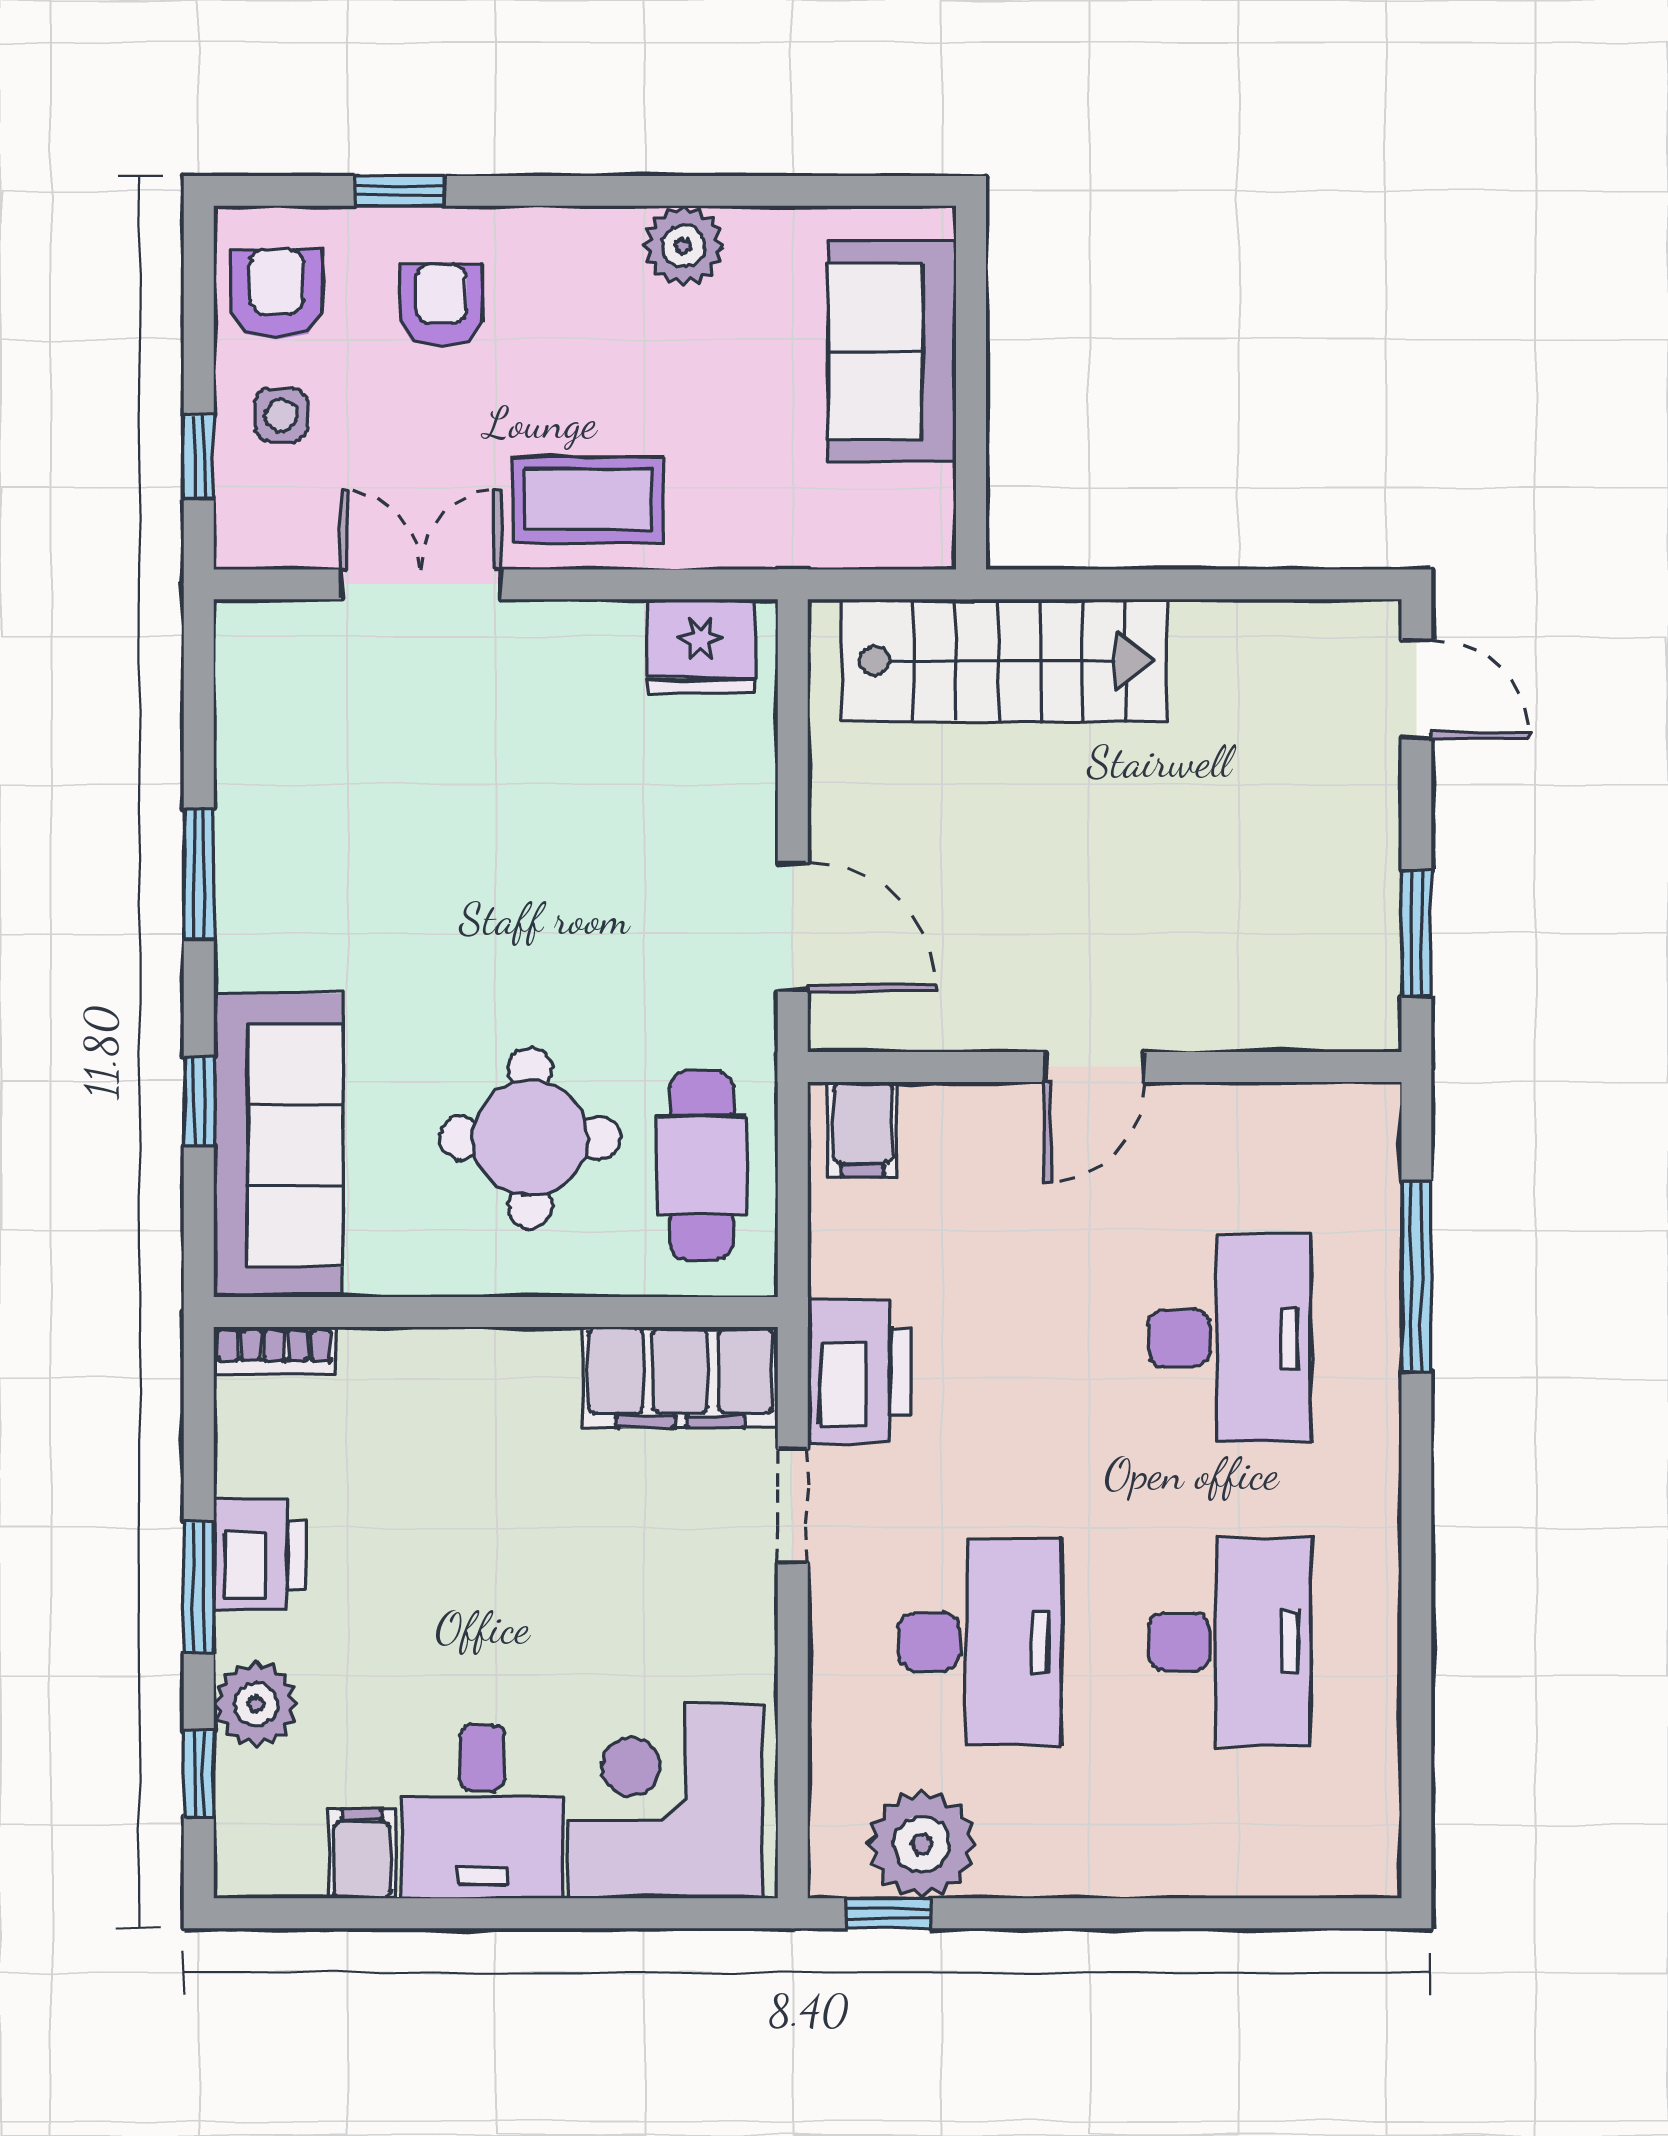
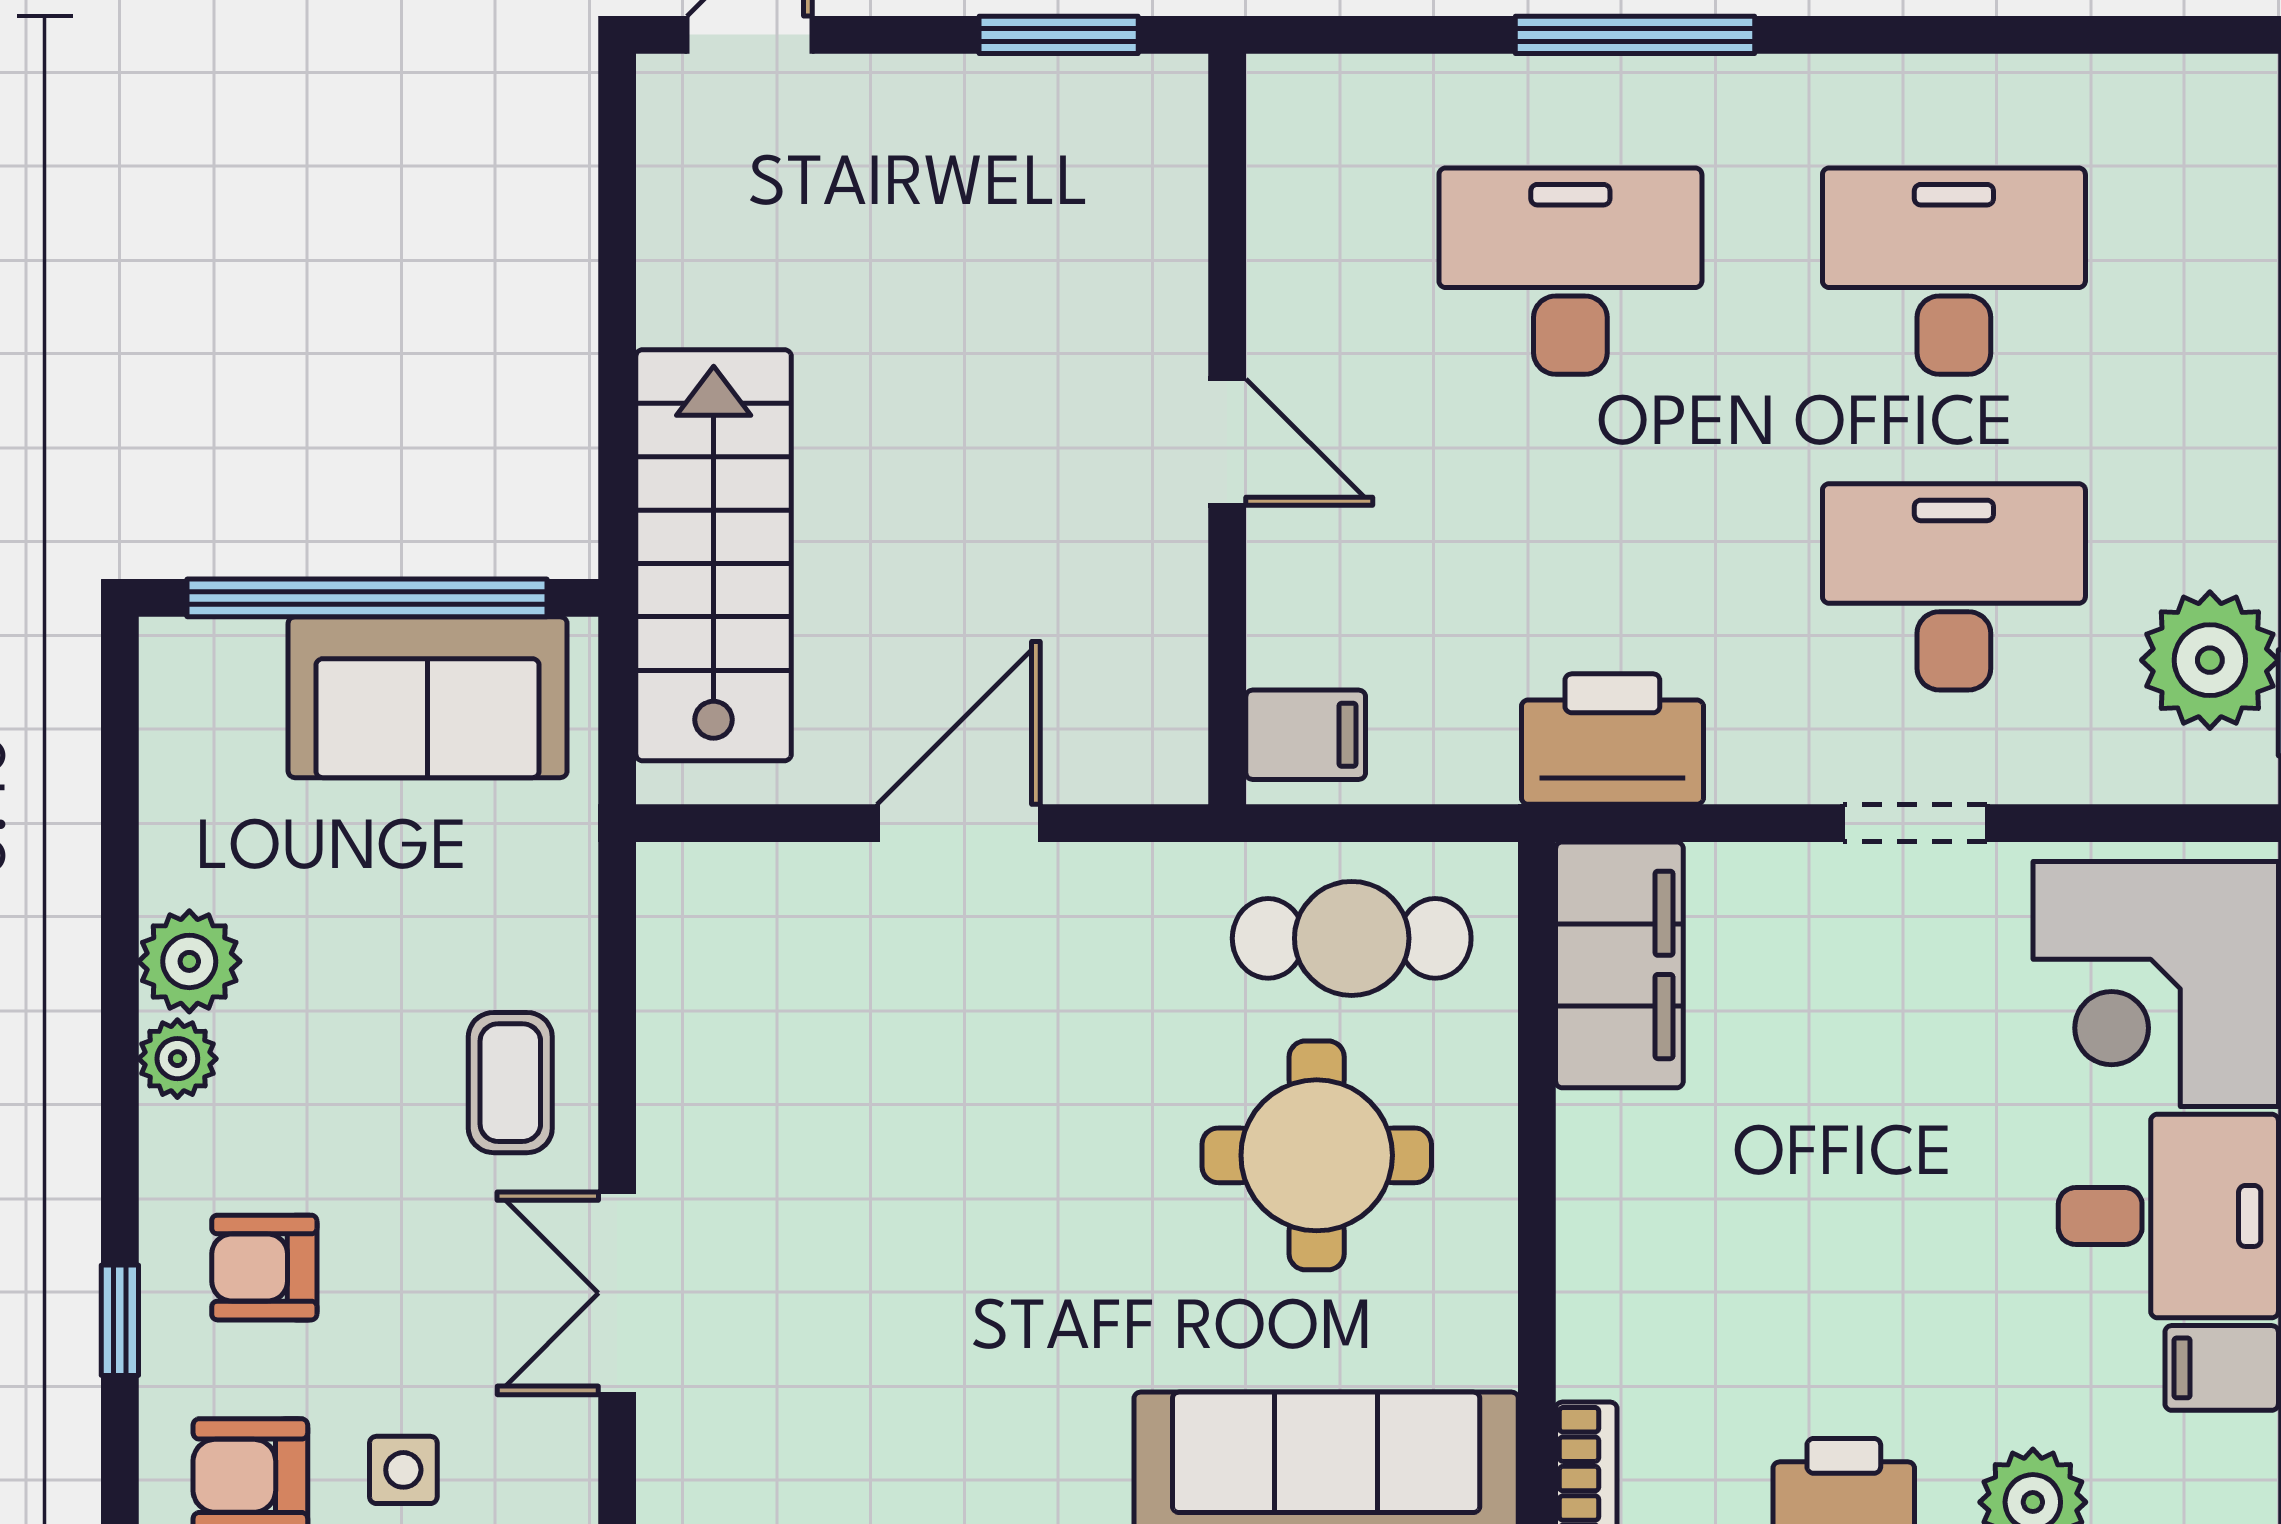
plant: (607, 237) -> (177, 1059), added
sofa: (892, 352) -> (428, 697), moved
window: (971, 386) -> (367, 598), added
coffee table: (588, 500) -> (510, 1083), width x0.73, depth x0.77
fridge: (701, 646) -> (695, 939), removed
door: (793, 927) -> (959, 823), moved
window: (1416, 1277) -> (1635, 35), moved
doorway: (793, 1506) -> (1915, 823), moved

